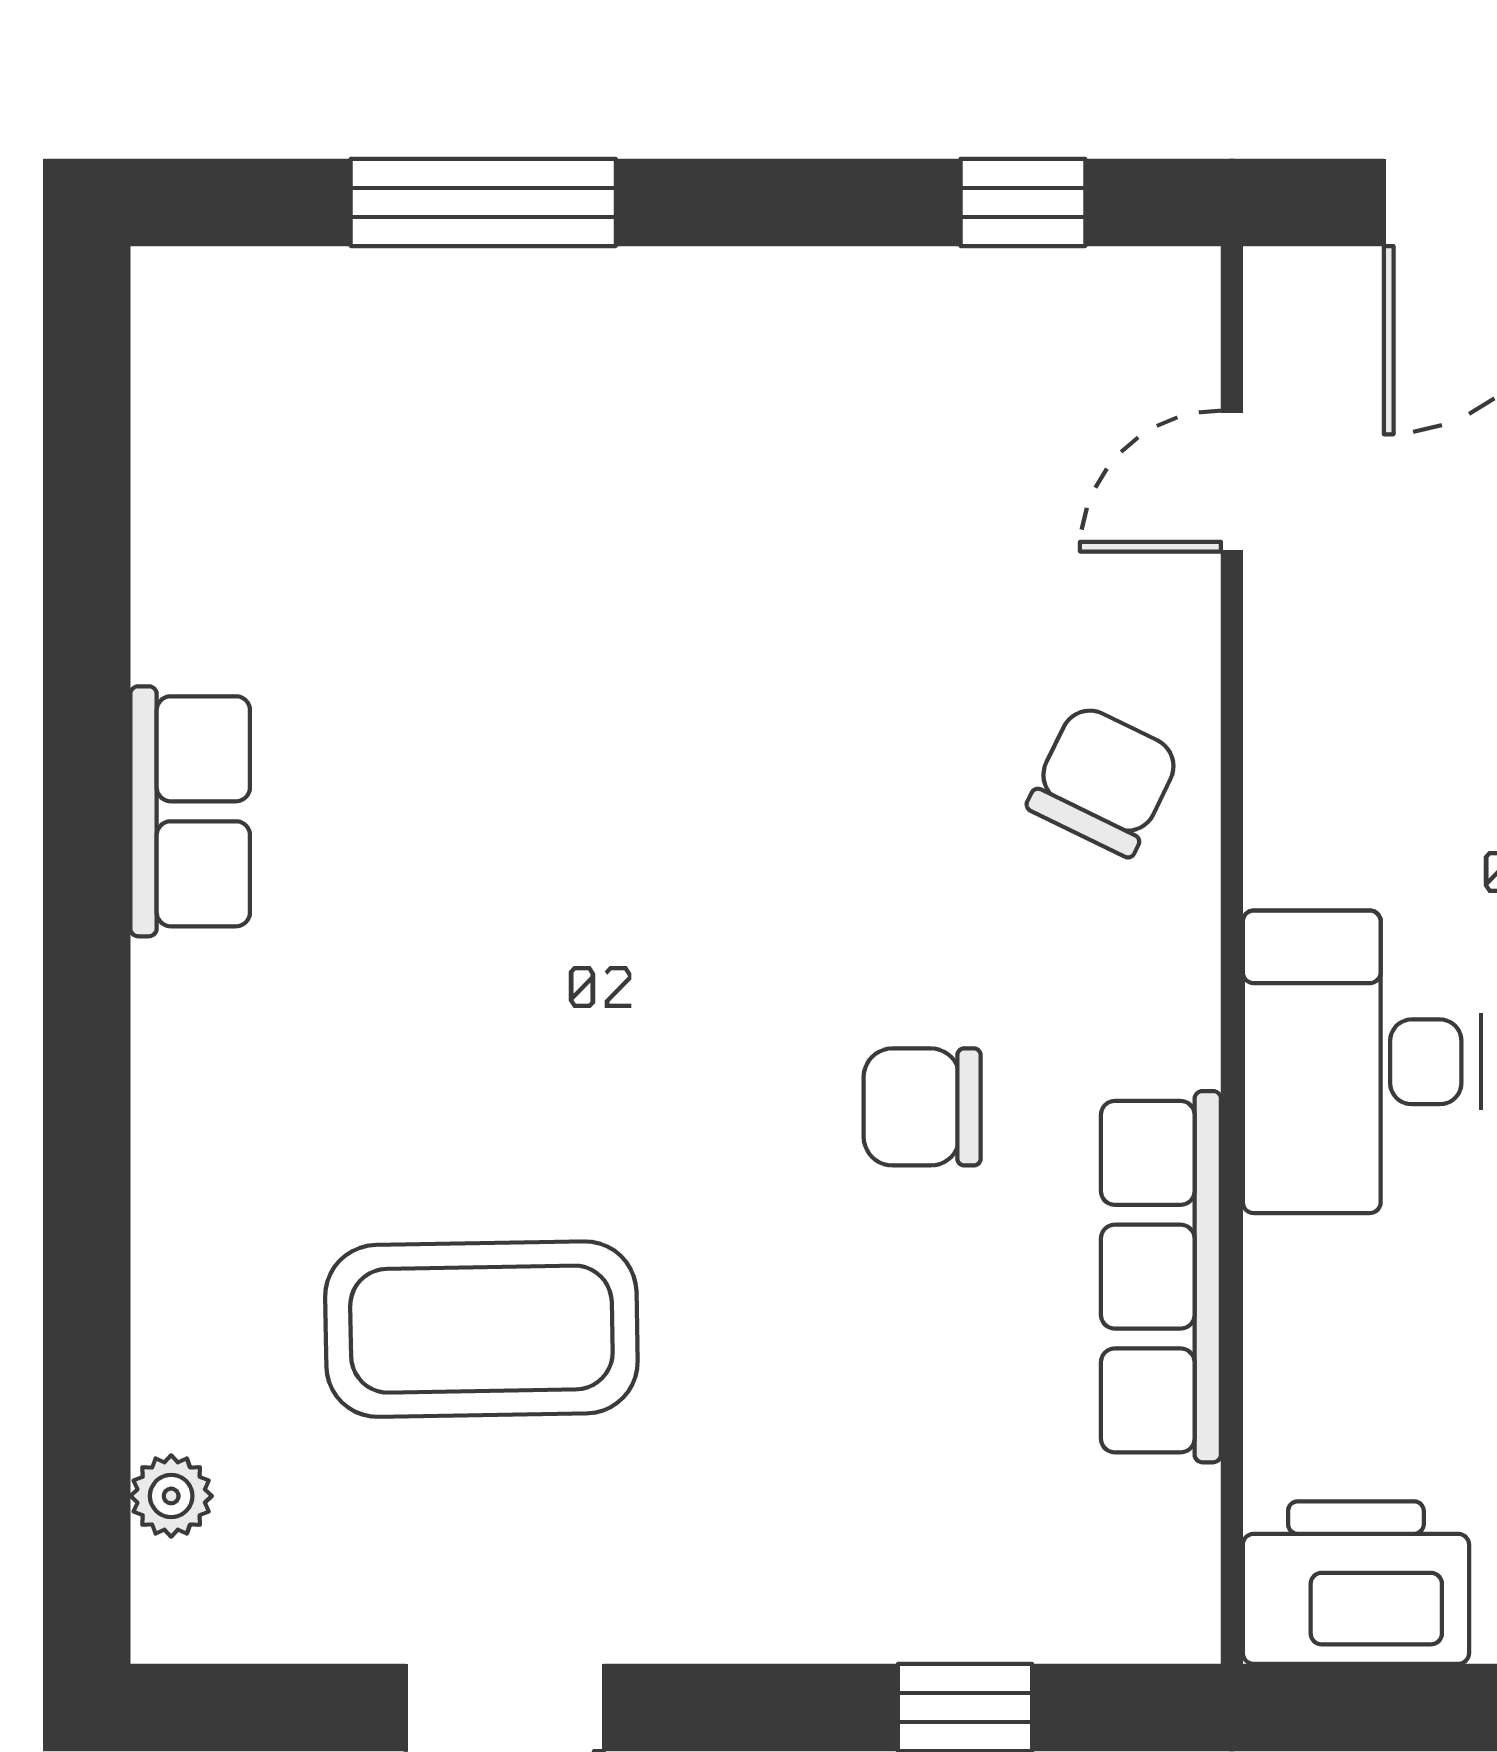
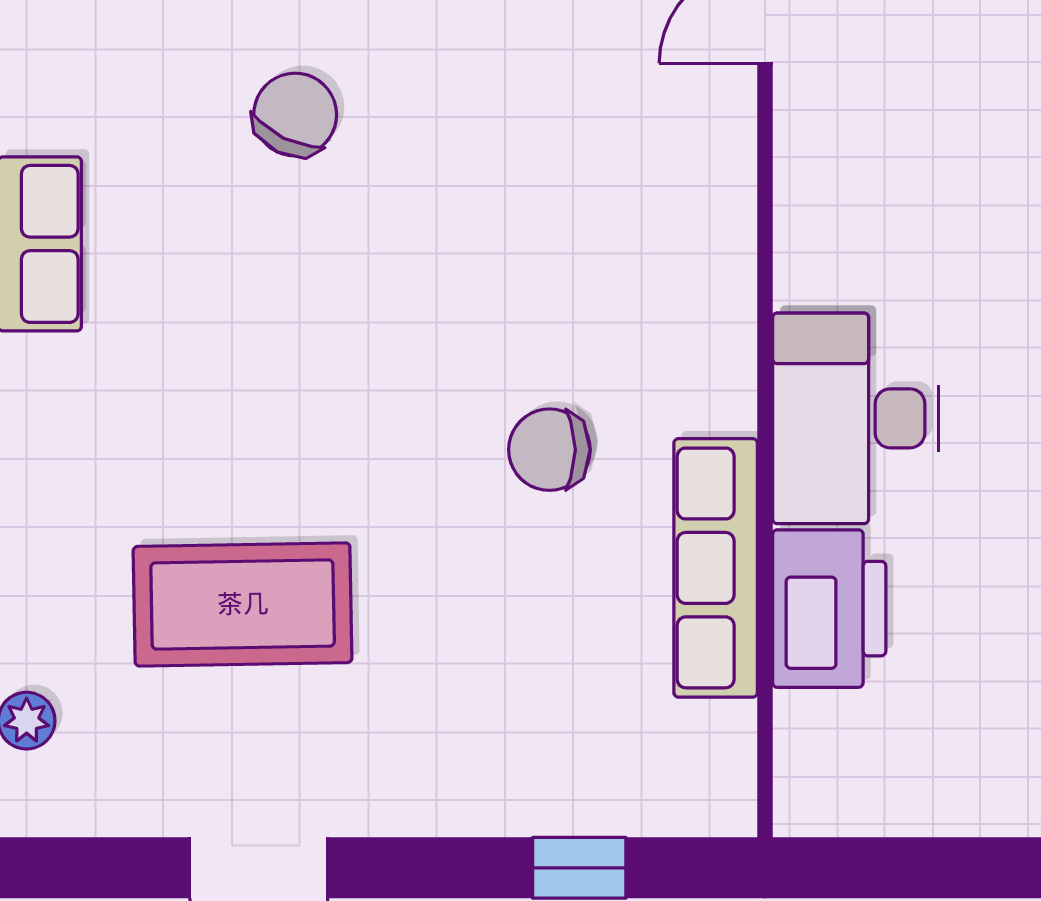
chair: (1104, 780) -> (295, 115), moved
printer: (1356, 1583) -> (829, 609), moved, turned 90

